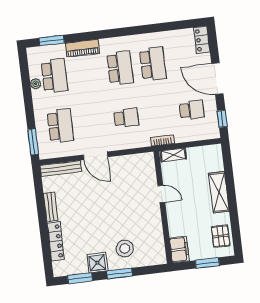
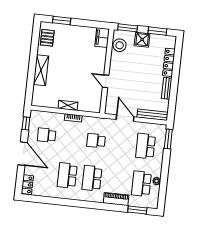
door: (161, 194) -> (106, 81), moved
wall: (163, 207) -> (107, 71), moved
filing cabinet: (179, 250) -> (102, 38), moved

